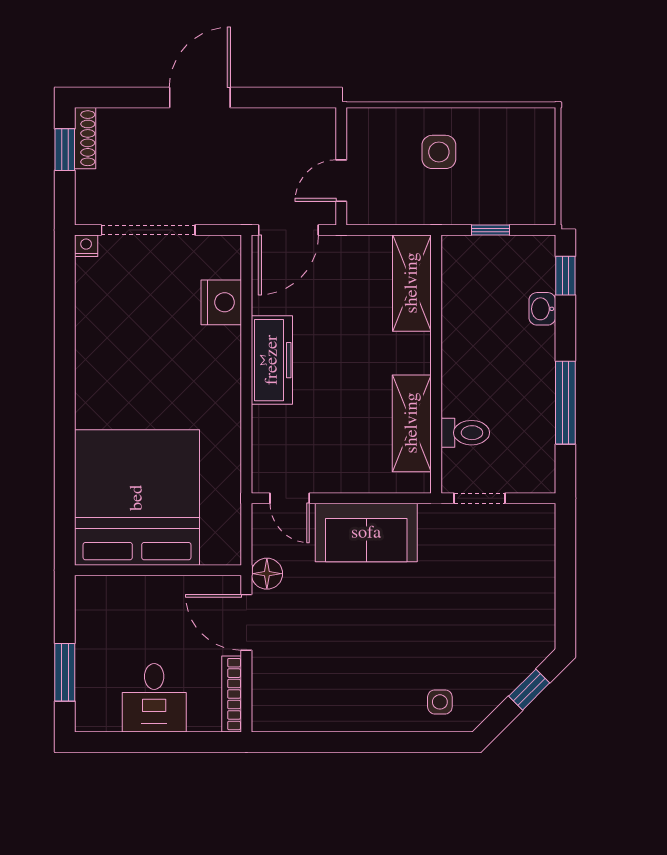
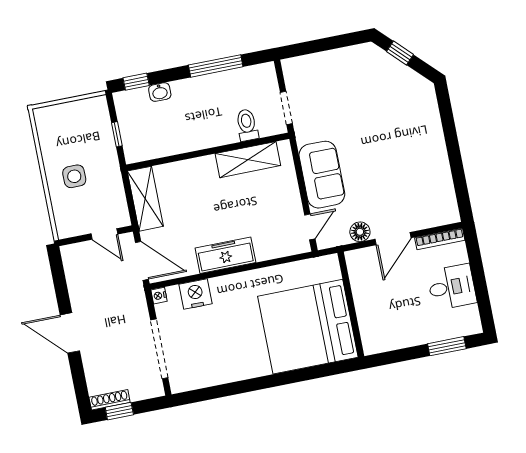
nightstand: (86, 246) -> (159, 296), moved
shelving: (412, 283) -> (145, 199), moved, turned 90
bed: (137, 498) -> (308, 327), moved
wall: (158, 570) -> (351, 304), moved
side table: (440, 702) -> (419, 107), removed

